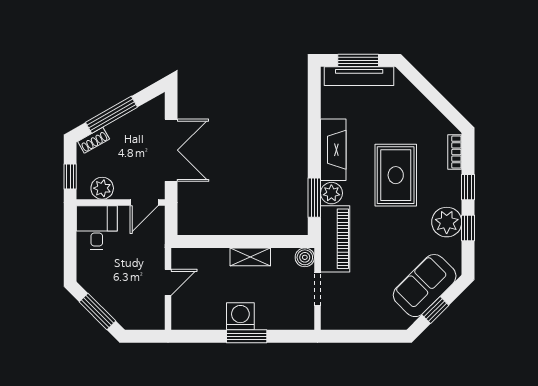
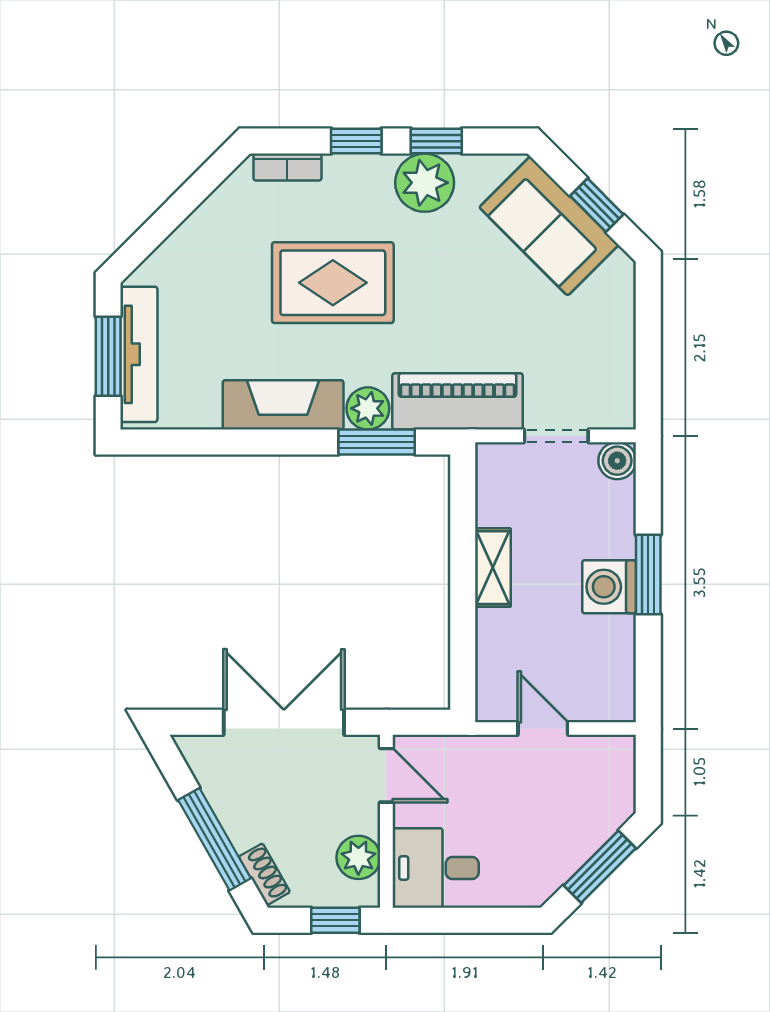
boiler: (305, 257) -> (617, 461), moved

